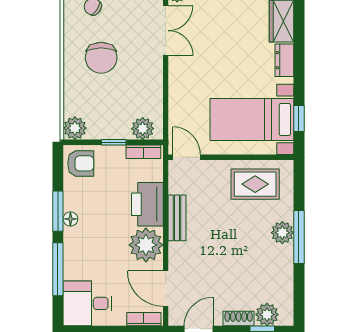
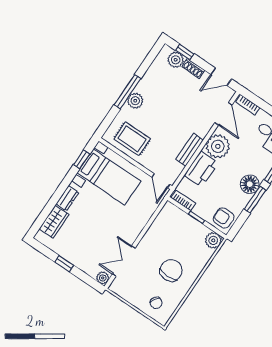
plant: (143, 129) -> (175, 214), removed
floor lamp: (70, 219) -> (250, 184), width x1.89, depth x1.89

